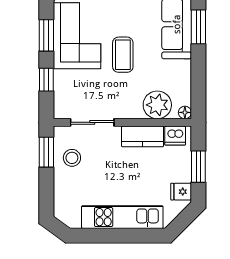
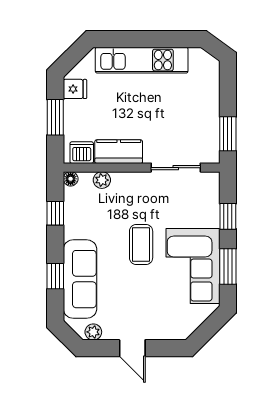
window: (198, 27) -> (55, 276), width x0.67
window: (198, 82) -> (55, 213), added
plant: (157, 105) -> (102, 180), width x0.53, depth x0.53
stool: (72, 158) -> (199, 127), removed

